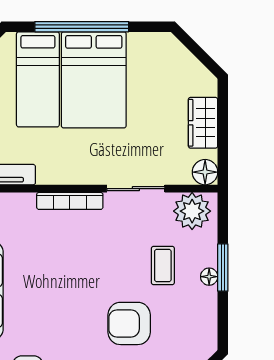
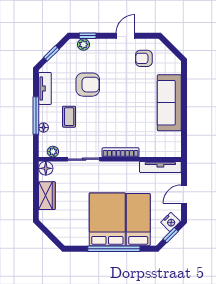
plant: (192, 211) -> (53, 152), width x0.53, depth x0.53
window: (223, 268) -> (36, 115), width x1.44
floor lamp: (209, 277) -> (43, 128), moved
tv unit: (207, 316) -> (45, 88), added

